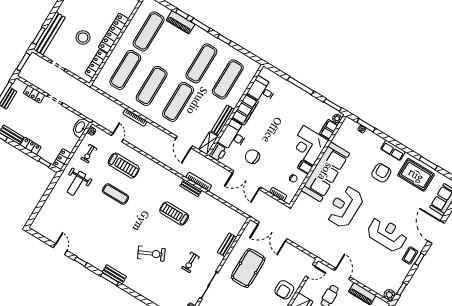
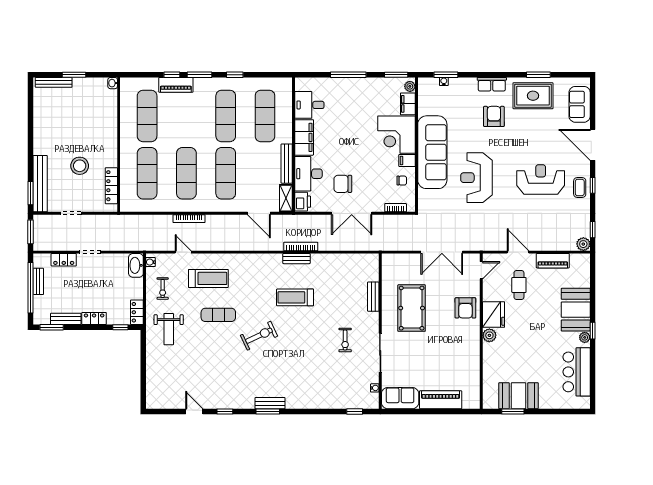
locker: (114, 33) -> (110, 141), removed
double door: (272, 231) -> (442, 252), moved
exercise bike: (151, 254) -> (259, 336), moved

